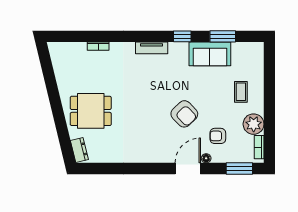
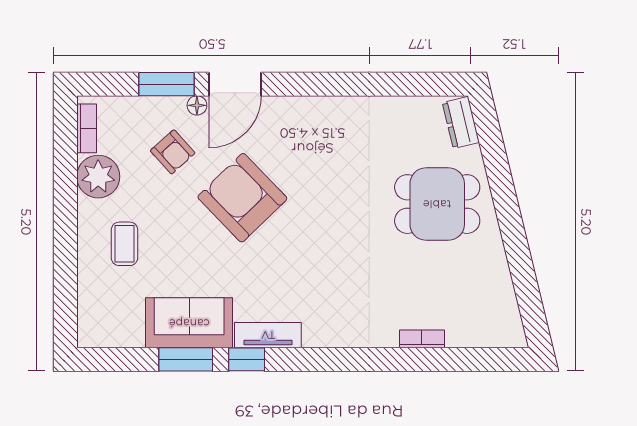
window: (223, 36) -> (186, 359), moved
tv unit: (152, 48) -> (268, 335), moved
armchair: (184, 114) -> (242, 198), width x1.36, depth x1.36
armchair: (218, 136) -> (173, 152), turned 48
window: (239, 169) -> (166, 84), moved

